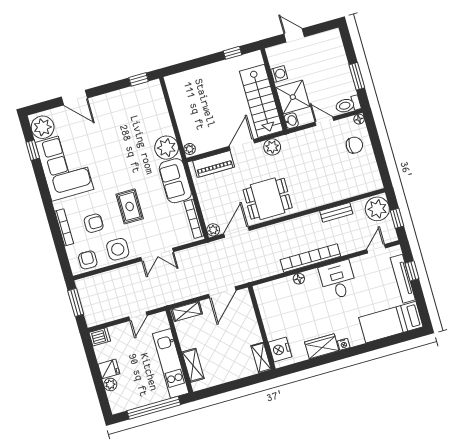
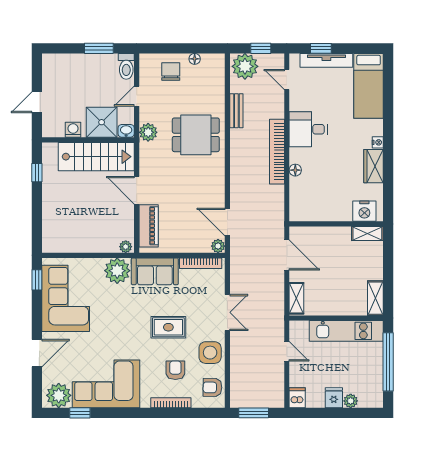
corner sofa: (129, 109) -> (66, 298), added
floor lamp: (359, 119) -> (195, 59), moved
plant: (272, 147) -> (148, 132), moved
dining table: (268, 199) -> (196, 135), moved, turned 90
shelving: (193, 365) -> (375, 298), moved, turned 90

